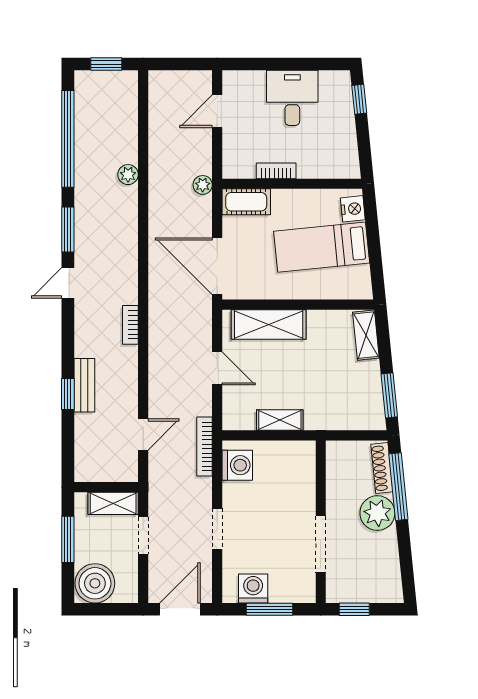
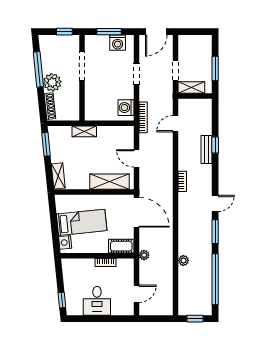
shelving: (280, 420) -> (84, 131), moved
window: (398, 487) -> (38, 69), moved
boiler: (95, 583) -> (201, 45), removed

